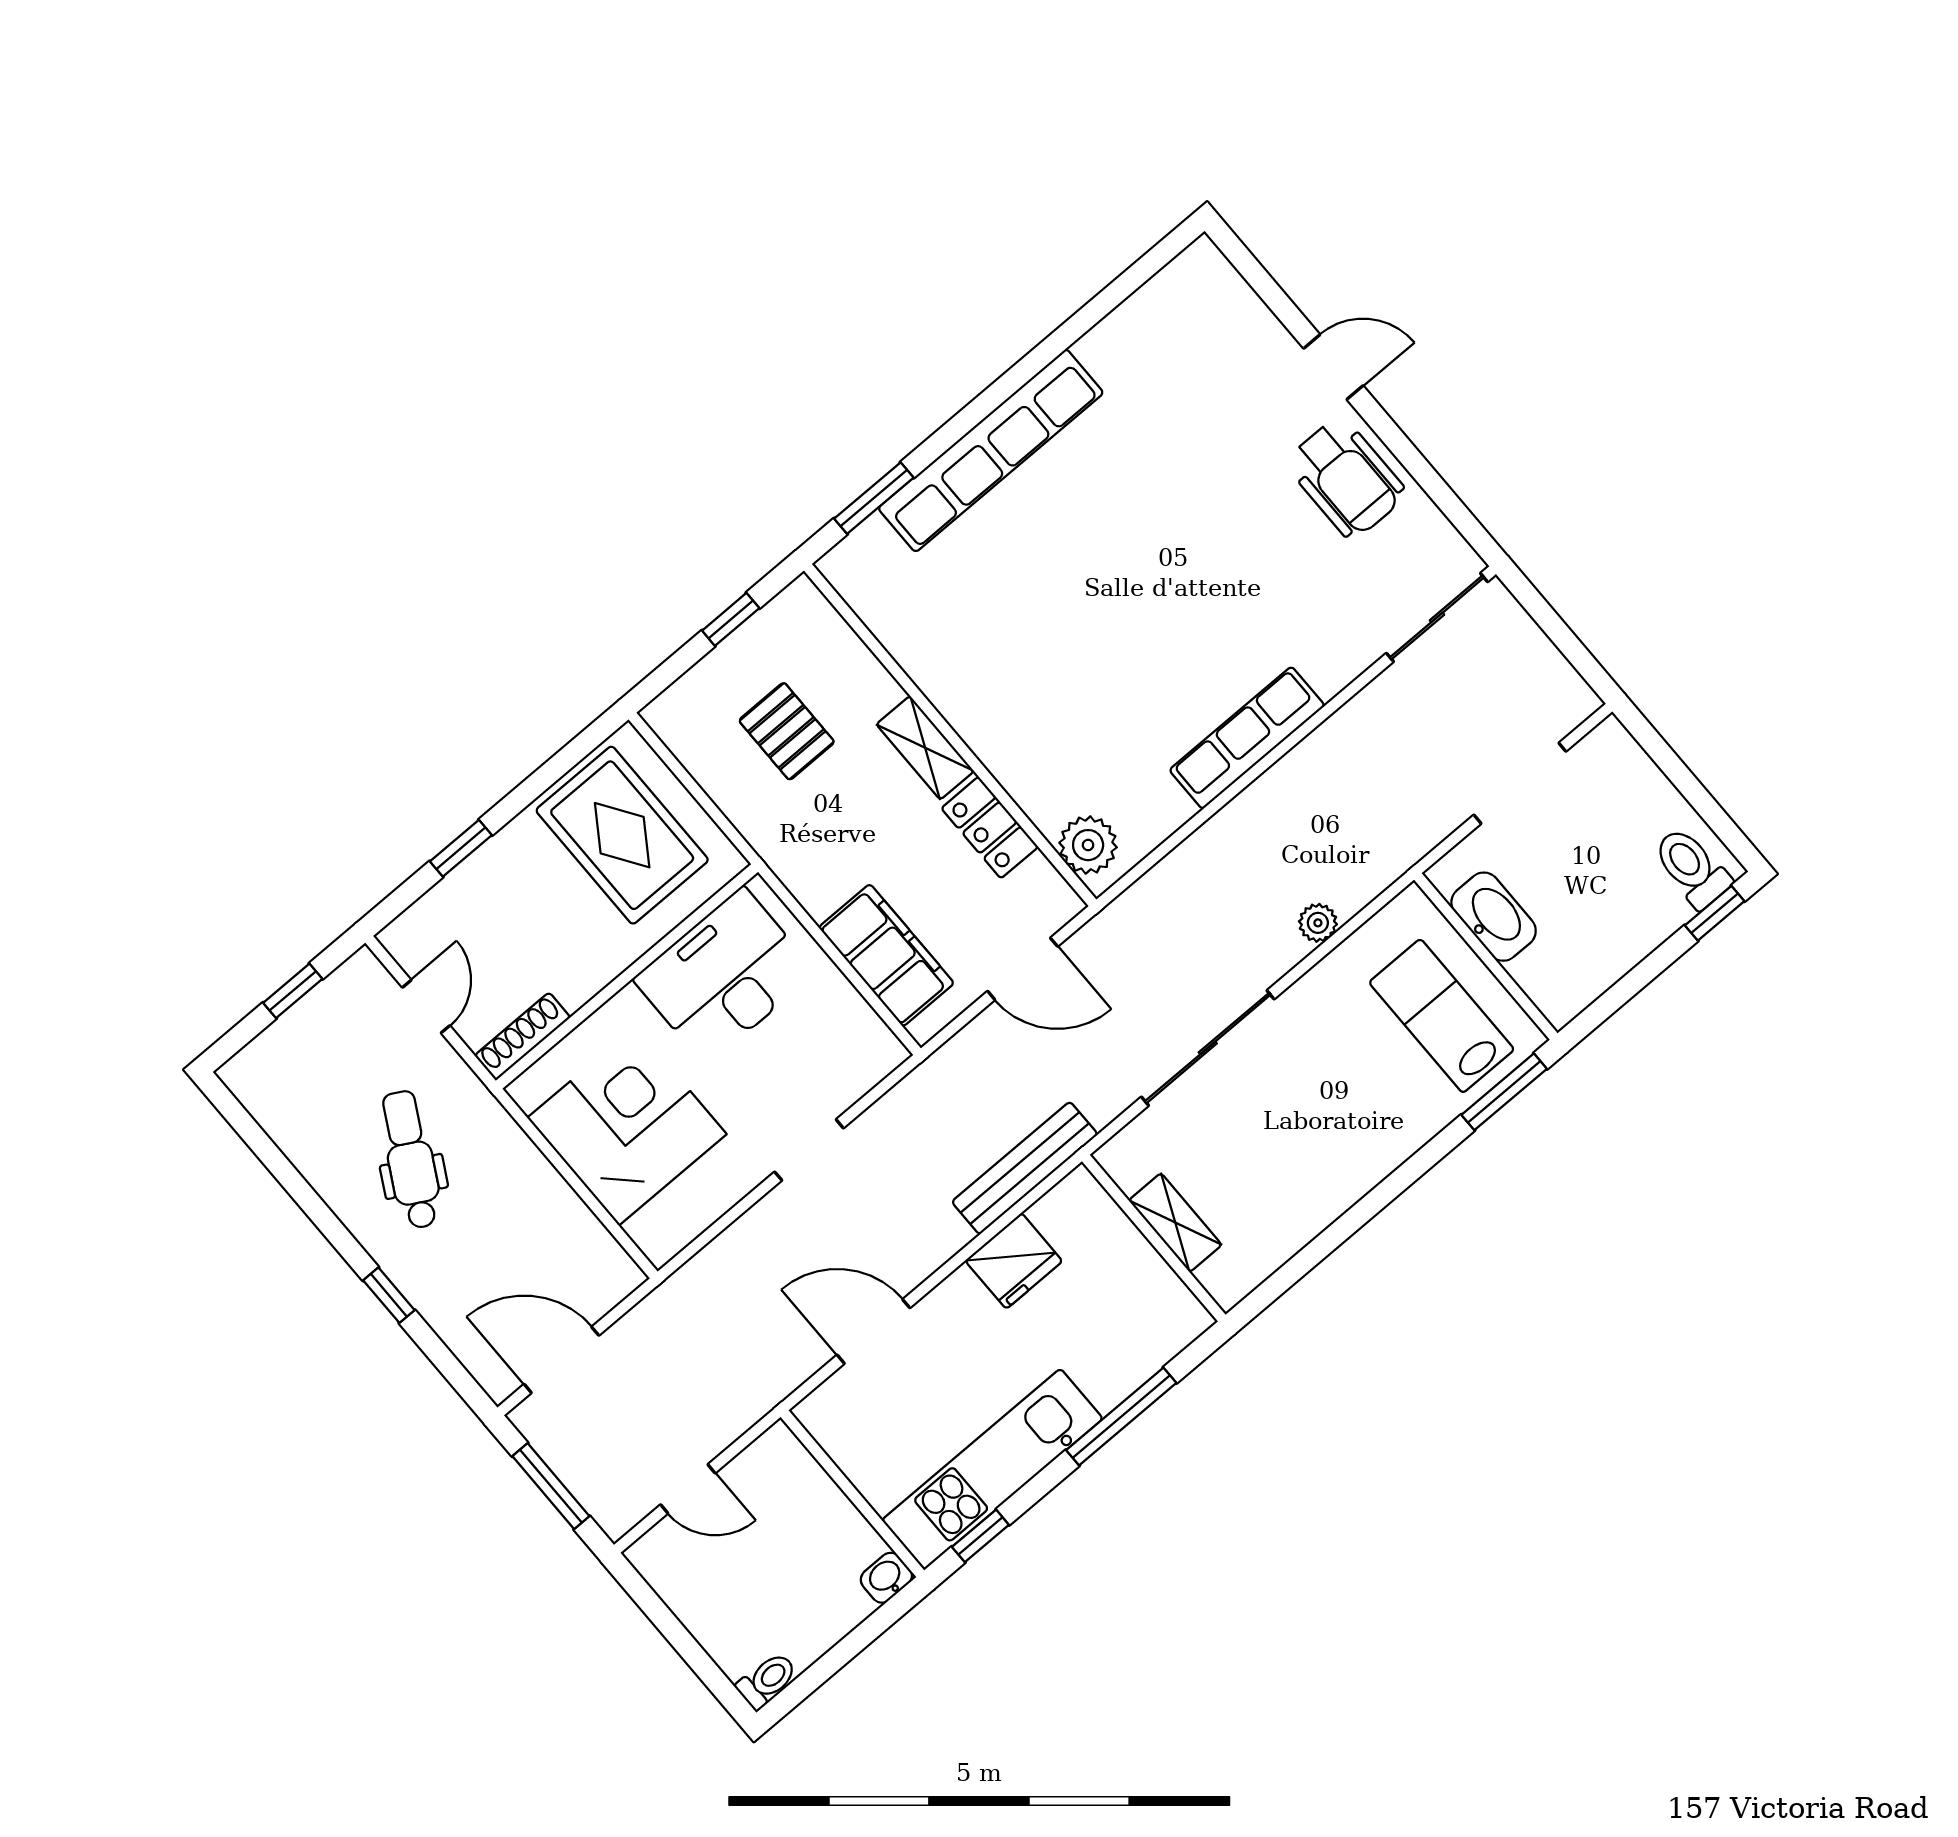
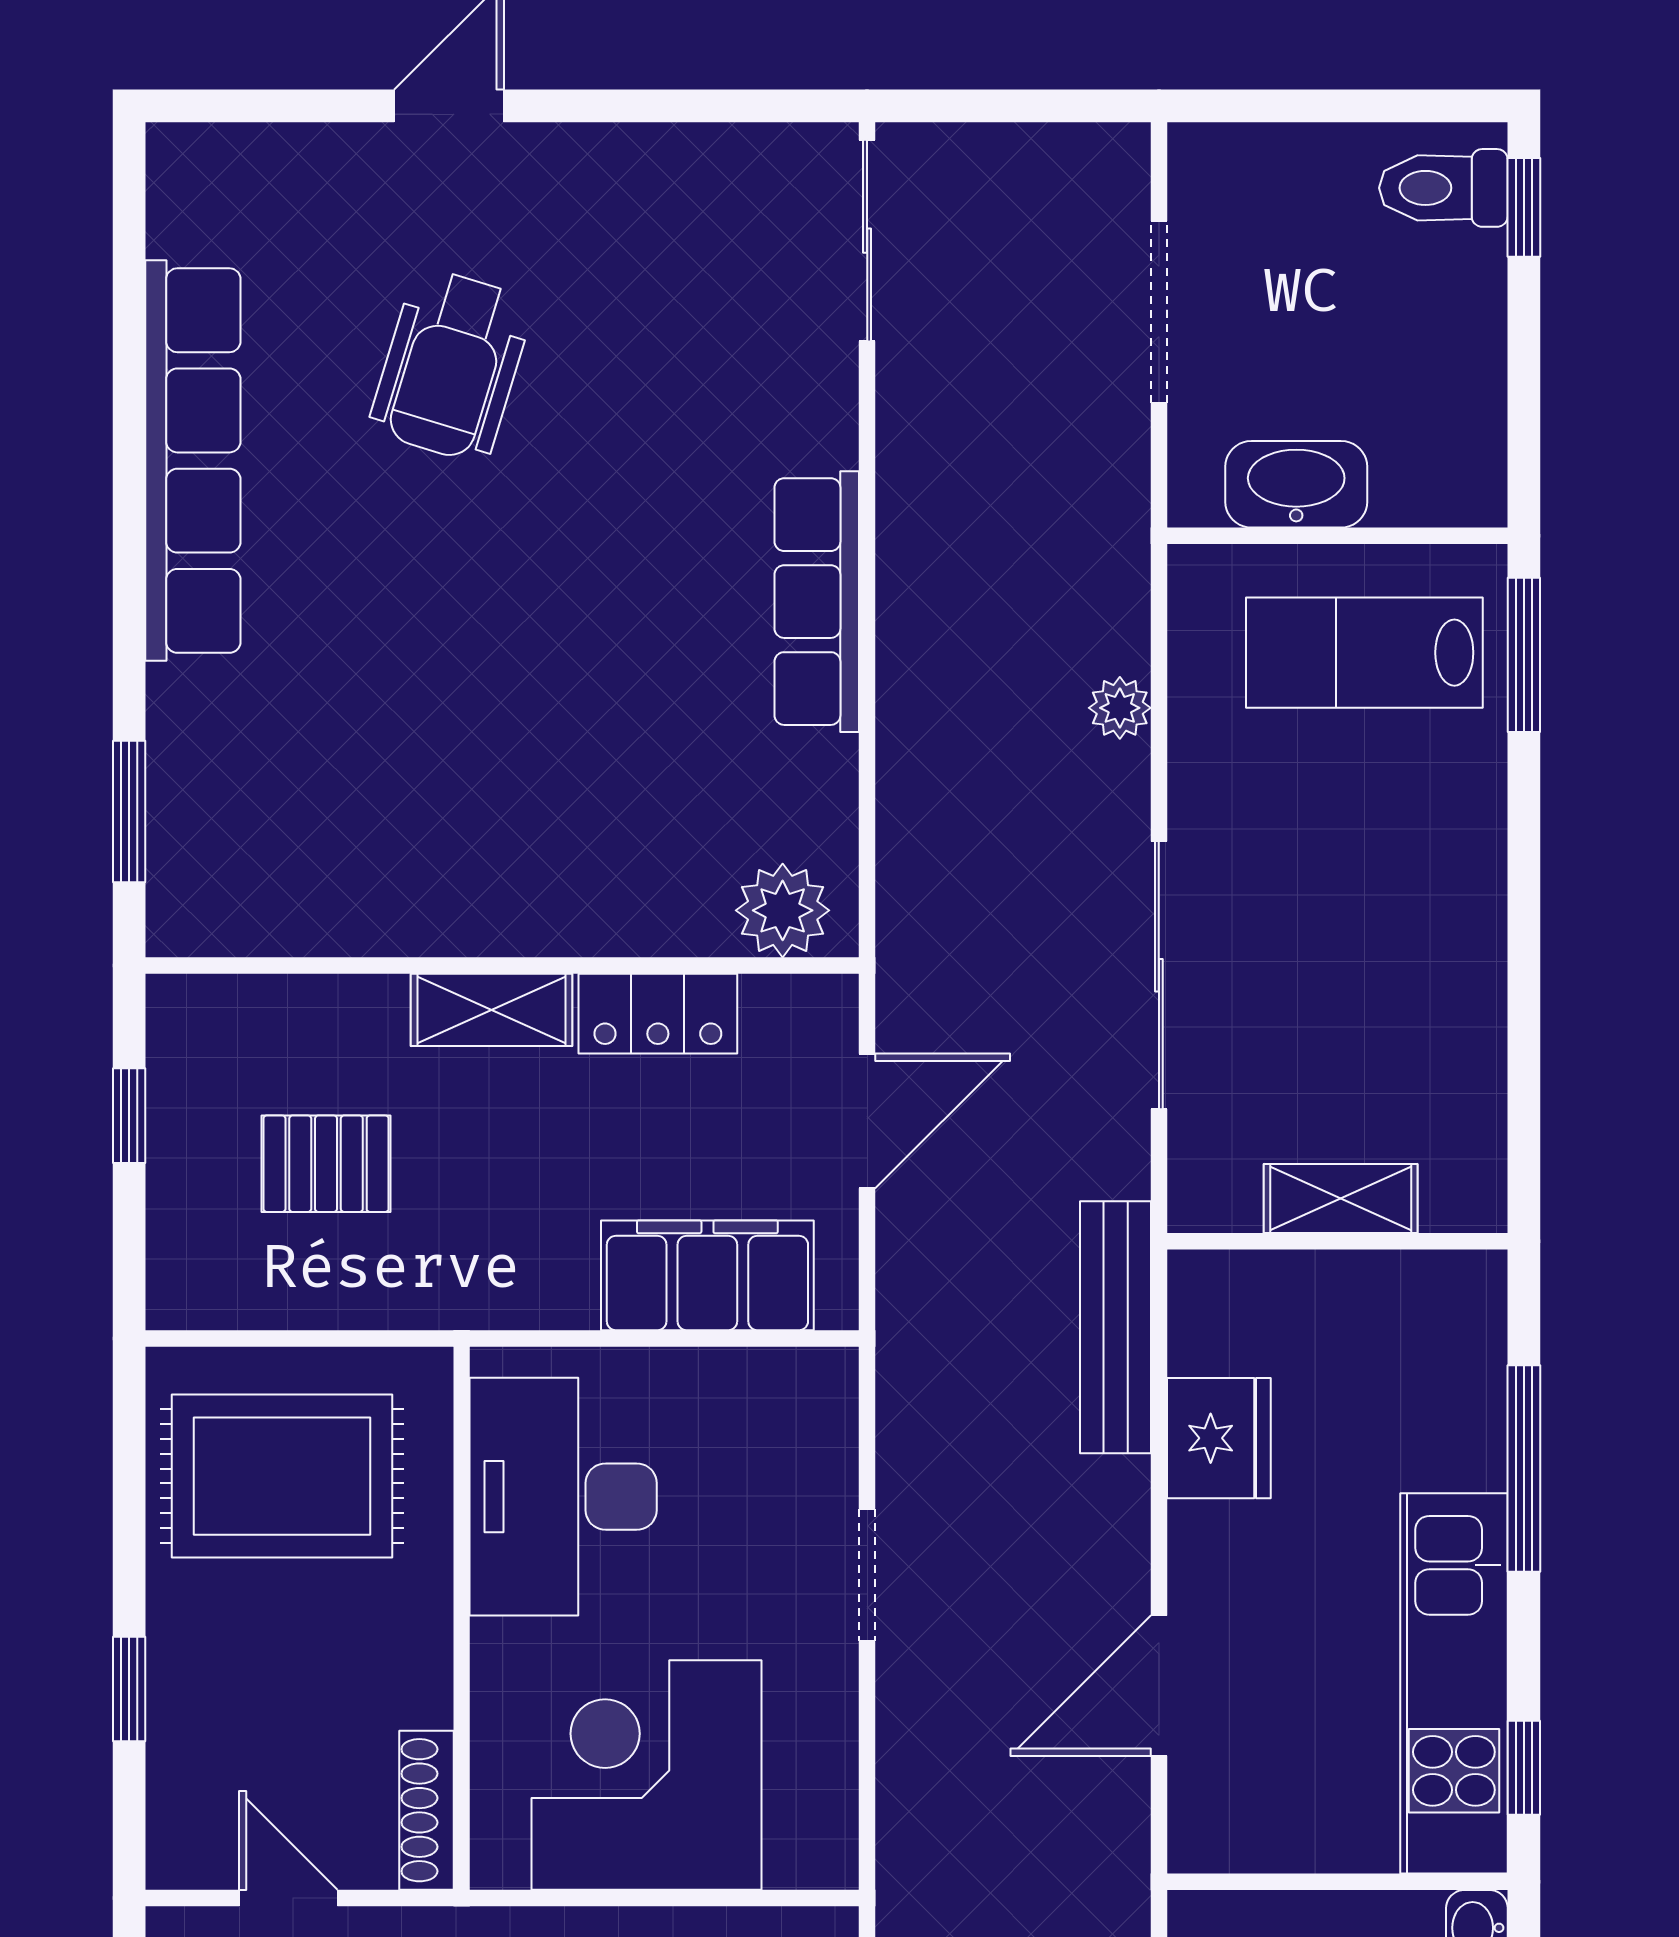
row of seats: (991, 450) -> (193, 461), moved
wheelchair: (1346, 478) -> (451, 365), moved, turned 107

